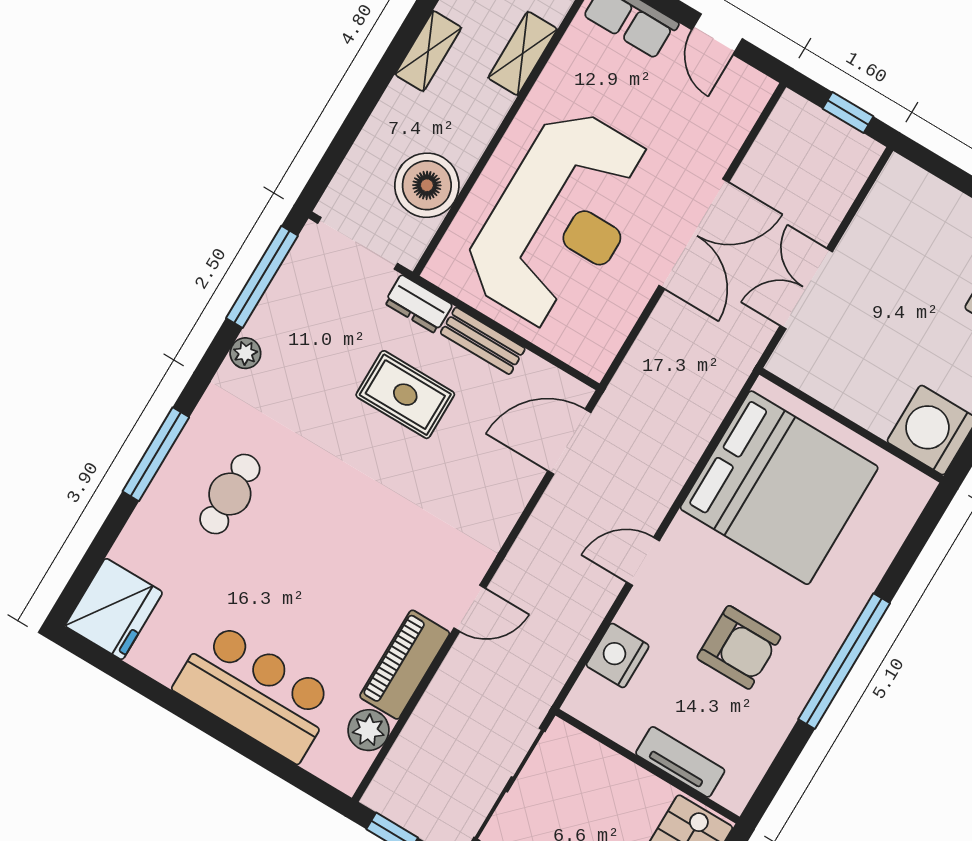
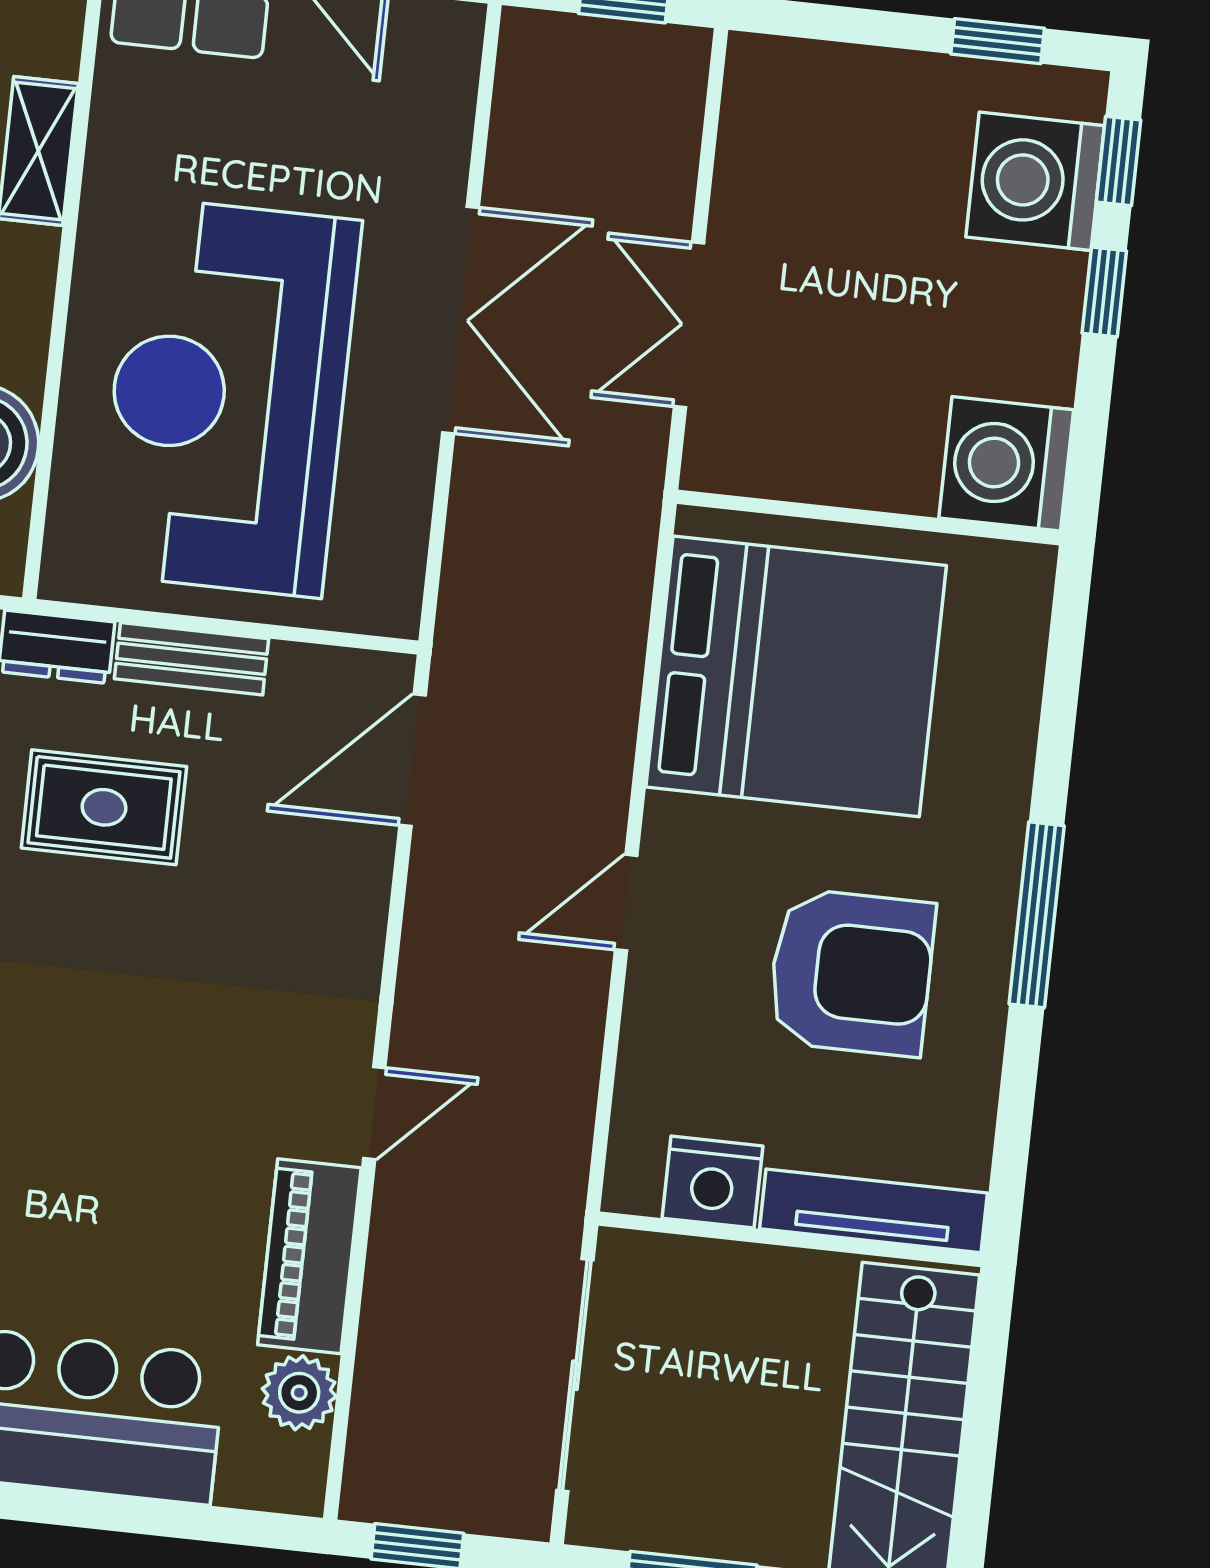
reception desk: (561, 219) -> (228, 397), turned 180
armchair: (739, 647) -> (851, 972), width x1.36, depth x1.36
nightstand: (618, 655) -> (712, 1182), moved, turned -90
window: (844, 661) -> (1037, 915), width x0.68
tv unit: (680, 762) -> (873, 1211), width x1.41

